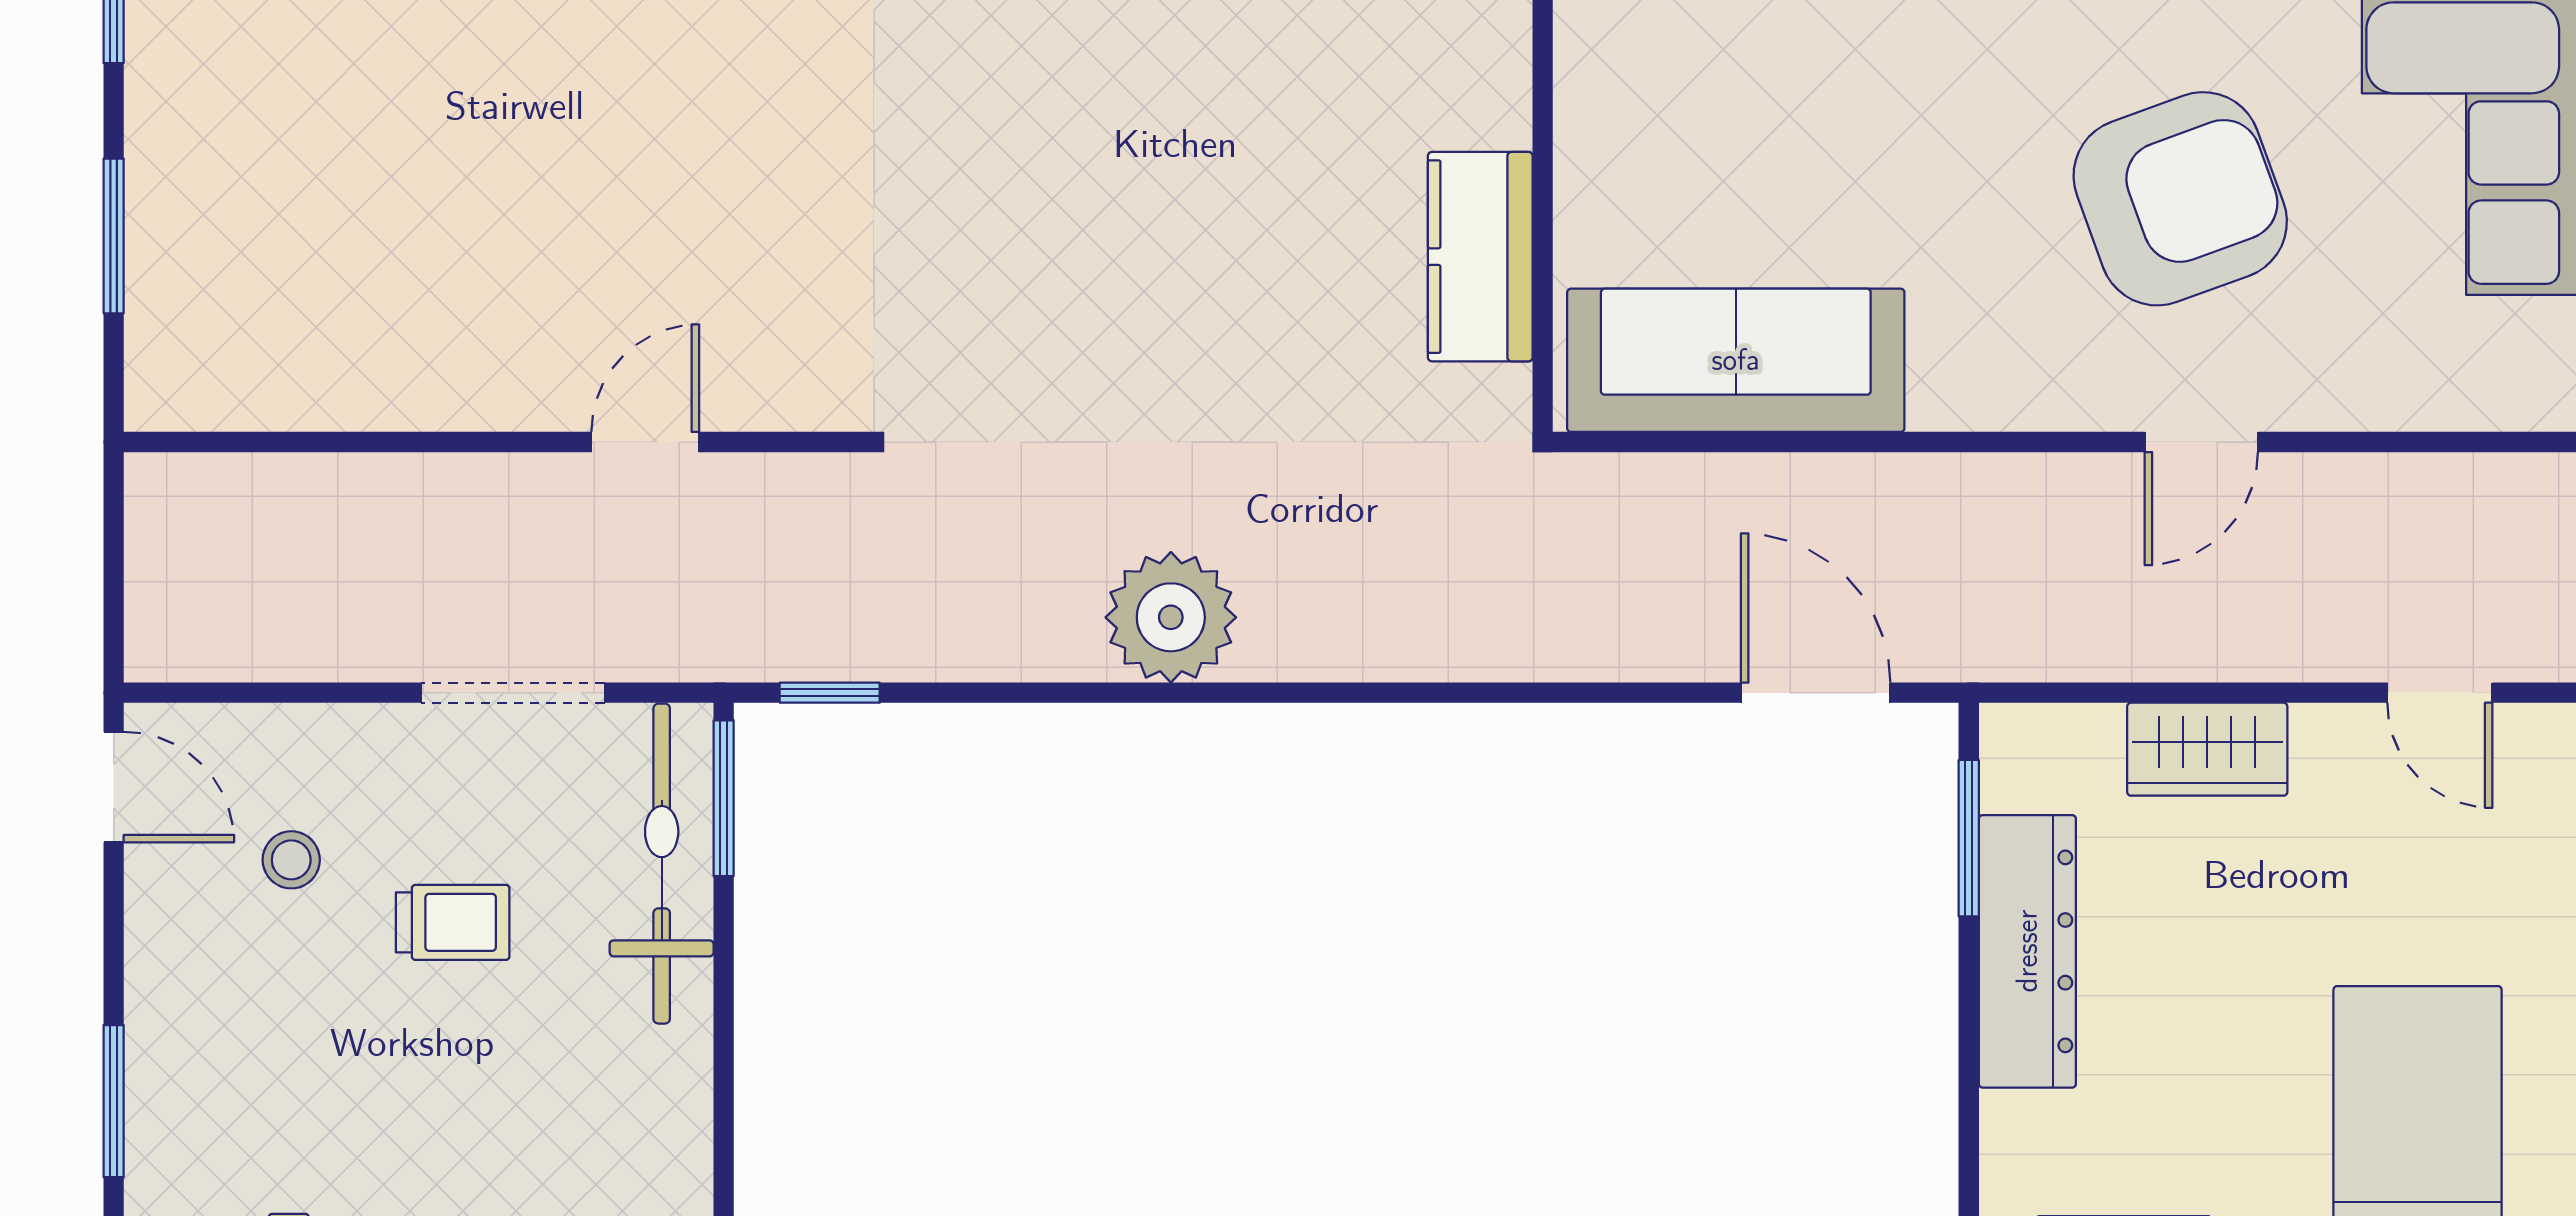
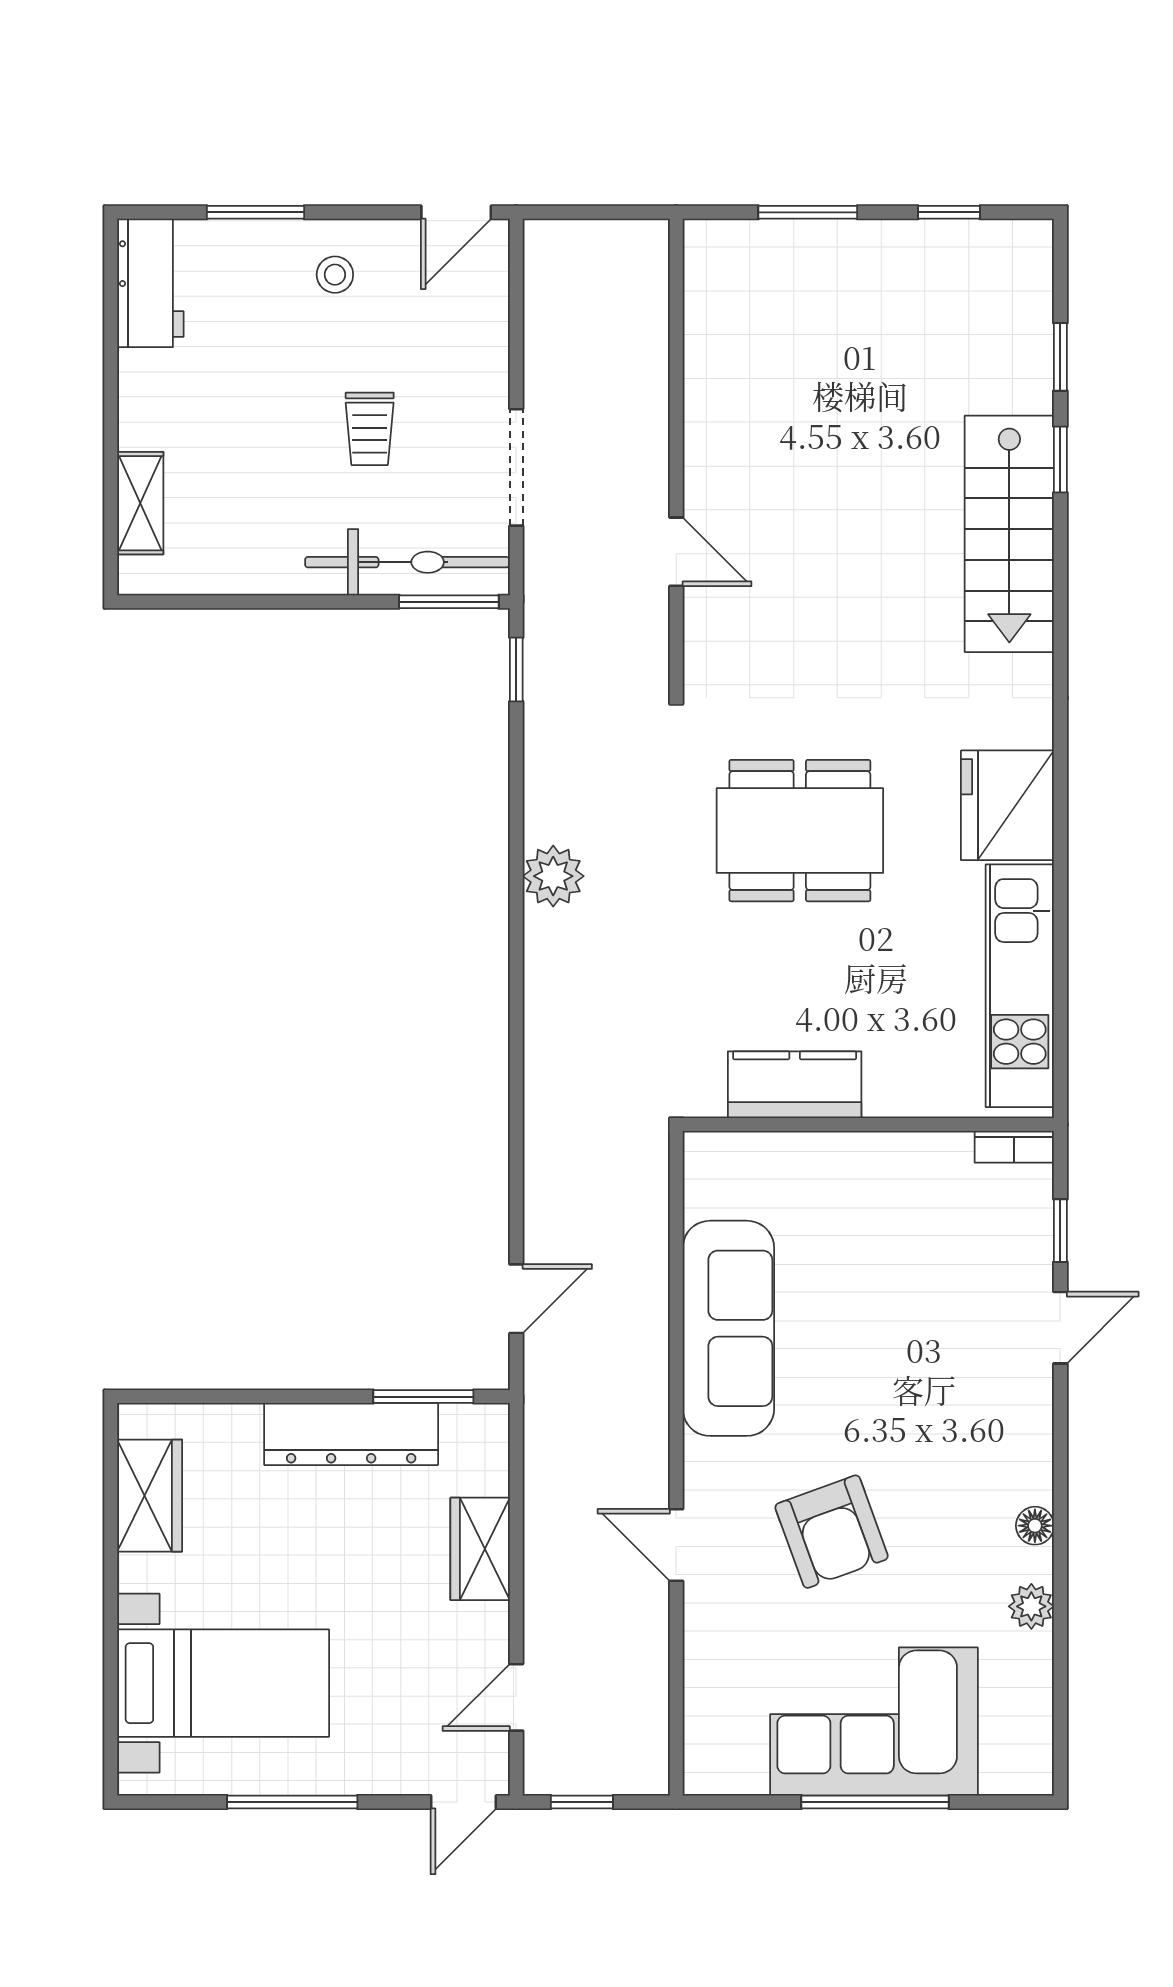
armchair: (2180, 199) -> (832, 1532), width x0.73, depth x0.73
dining table: (1082, 248) -> (800, 831), added
sofa: (1736, 360) -> (728, 1328), moved
plant: (1171, 617) -> (553, 876), width x0.73, depth x0.73
door: (1816, 693) -> (516, 1299), width x0.73
stool: (291, 860) -> (335, 275), moved

